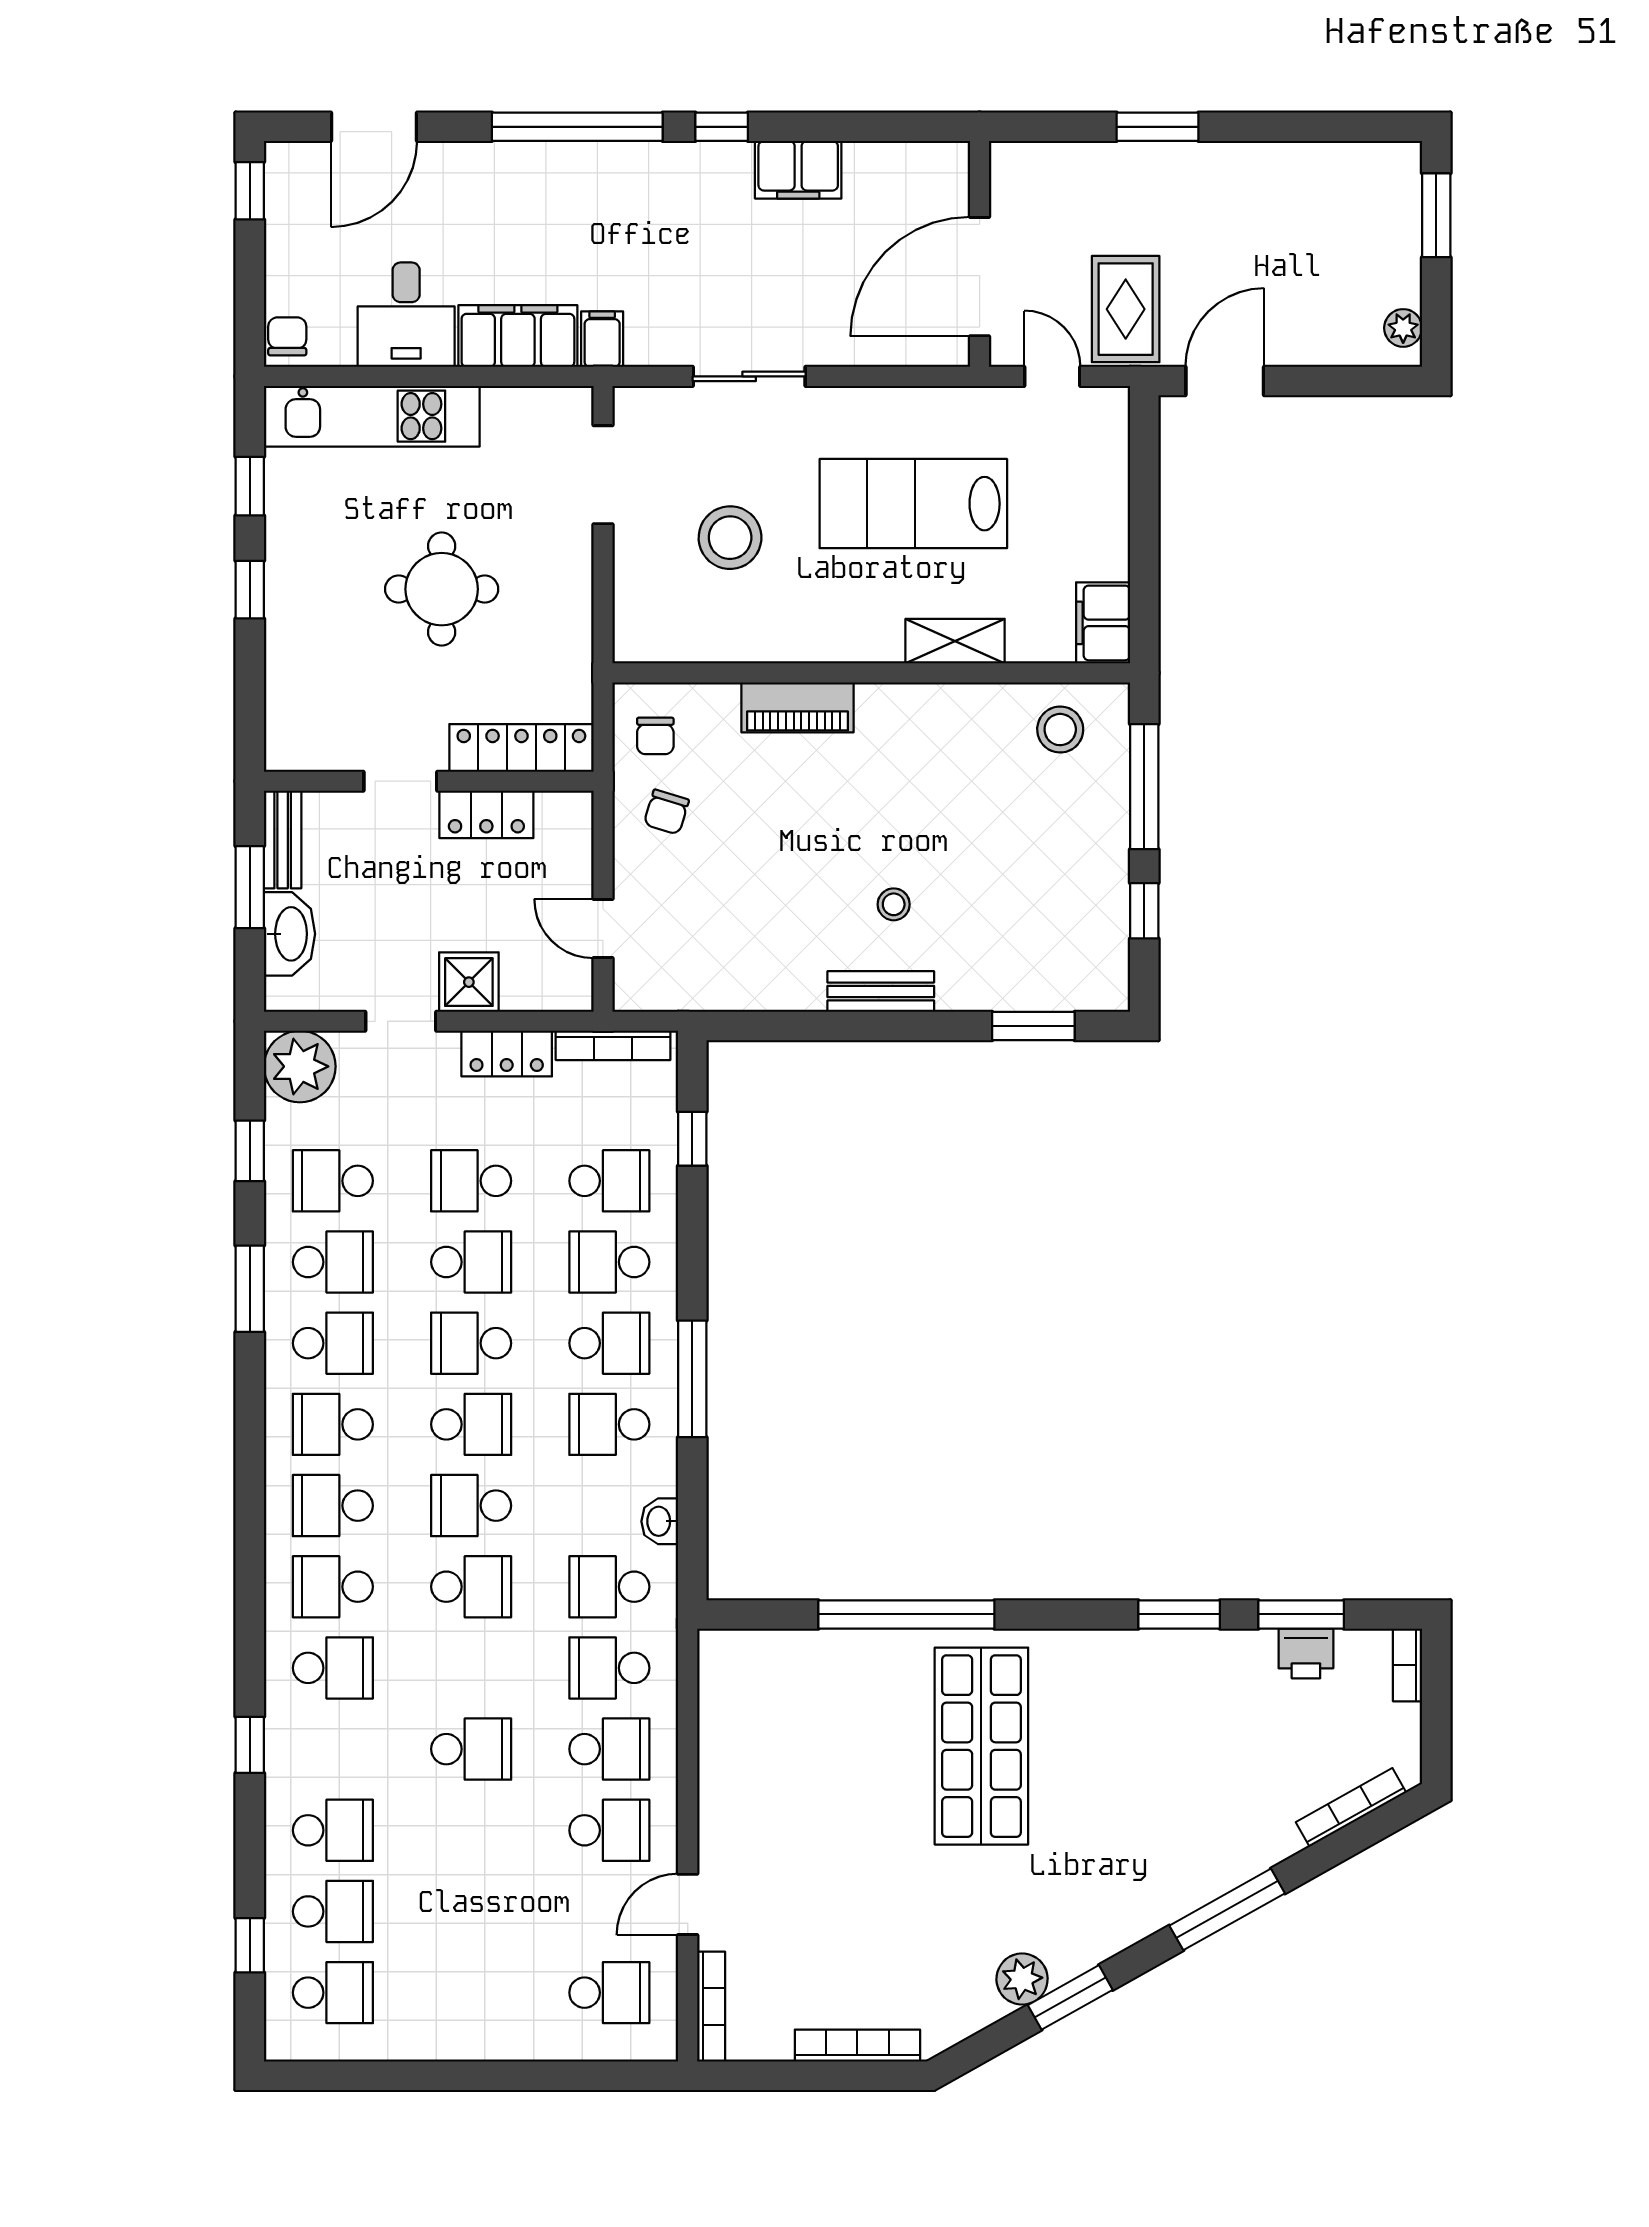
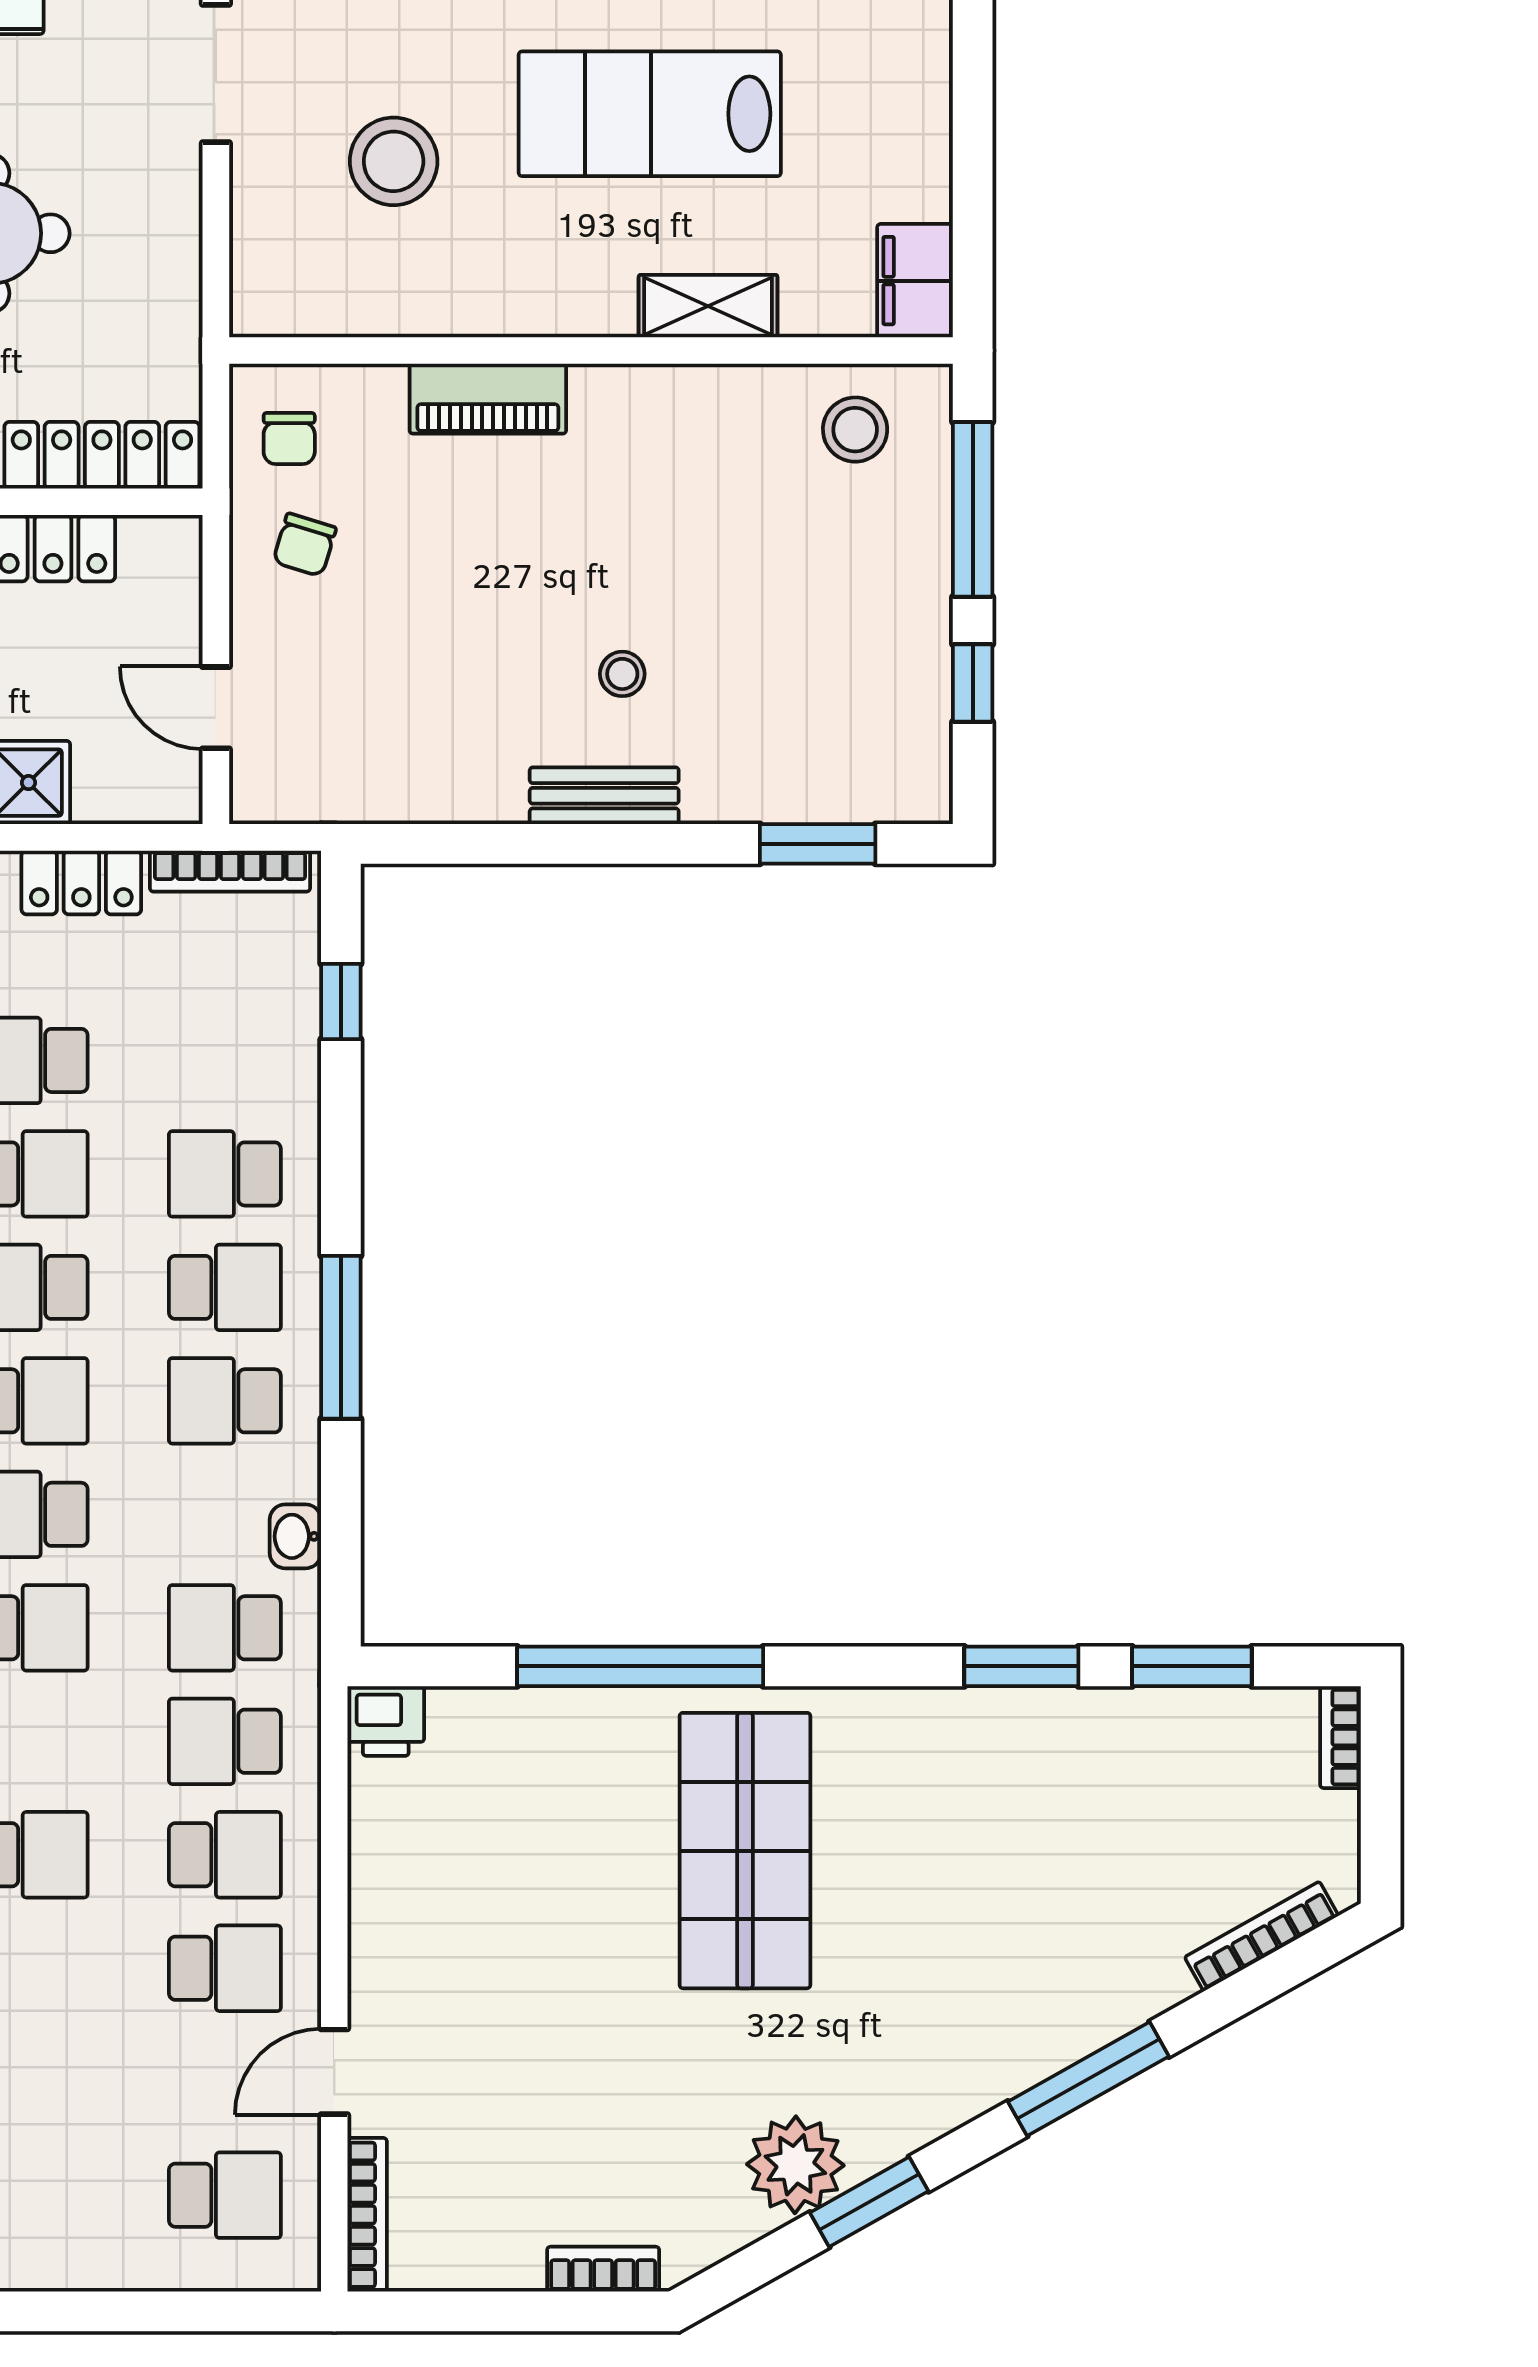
school desk: (609, 1181) -> (225, 1060), removed
printer: (1306, 1653) -> (386, 1721), moved
plant: (1022, 1979) -> (795, 2165), width x1.36, depth x1.36
bookcase: (857, 2046) -> (603, 2269), width x0.64

